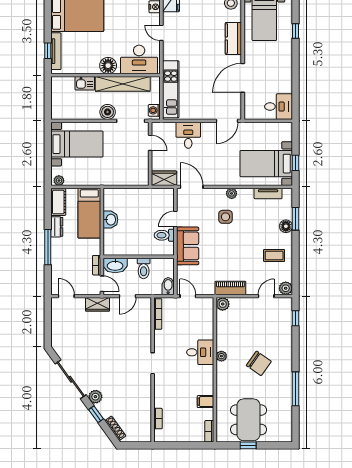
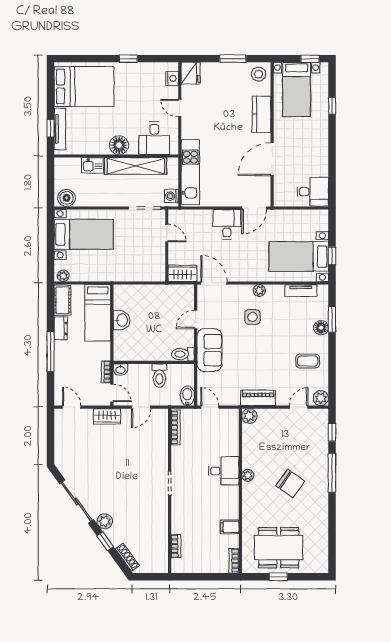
desk: (139, 59) -> (154, 138), width x0.73
boiler: (108, 112) -> (67, 198), moved
desk: (188, 135) -> (227, 224), moved
toilet: (164, 235) -> (183, 354), moved
washbasin: (115, 265) -> (121, 370), width x0.52, depth x0.69
window: (295, 389) -> (332, 473), moved
dining table: (249, 420) -> (279, 548), turned 90

